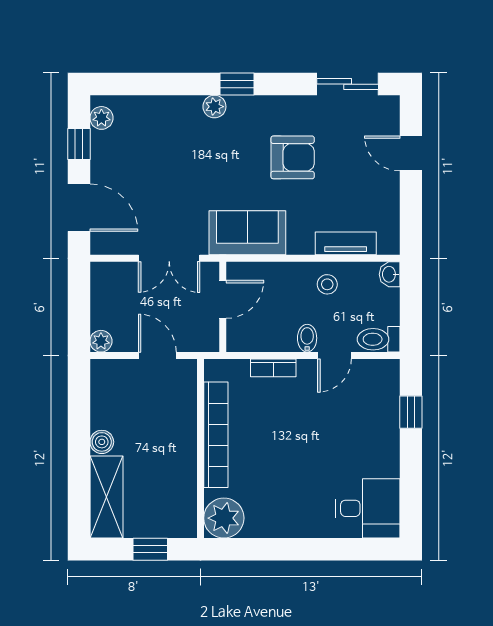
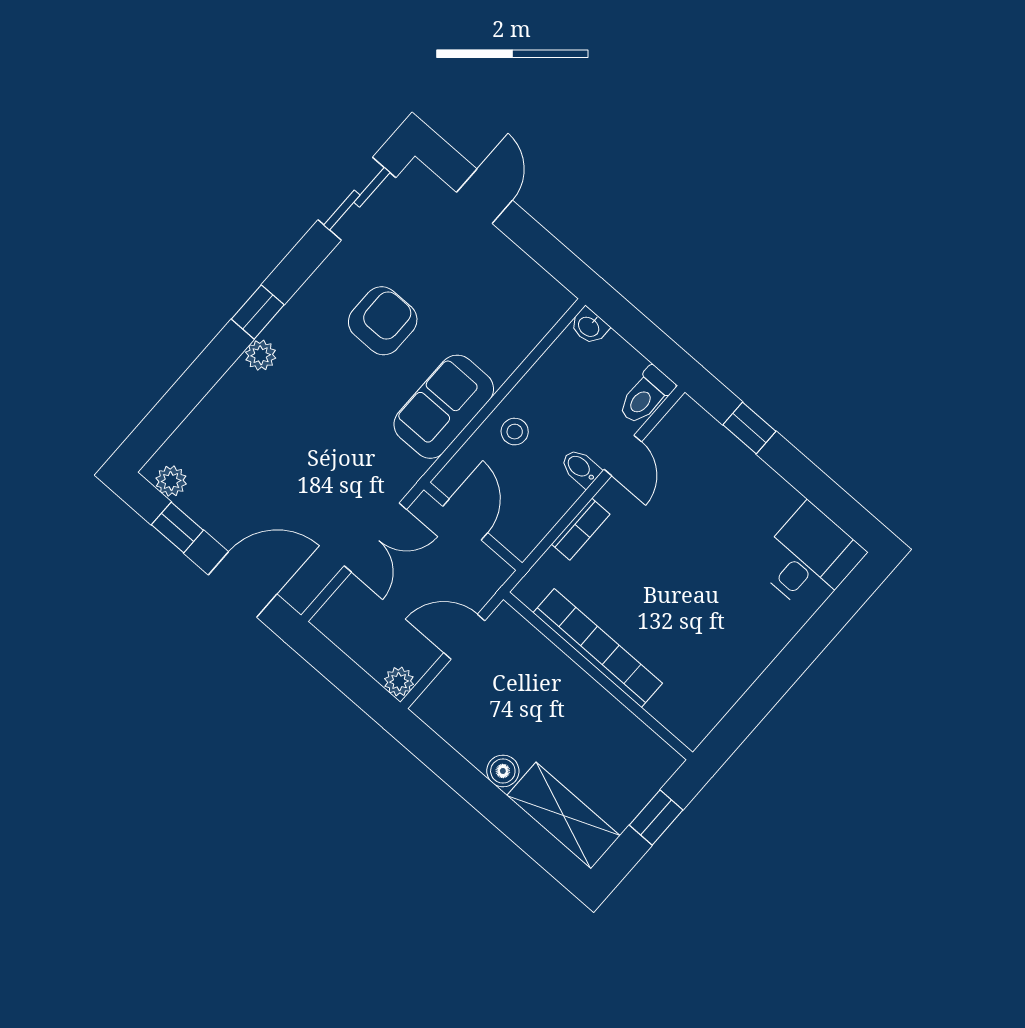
door: (411, 153) -> (485, 196), swing flipped
sofa: (247, 233) -> (444, 407), moved
tv unit: (346, 243) -> (518, 344), removed
stool: (327, 284) -> (515, 432), moved
plant: (224, 518) -> (690, 714), removed

